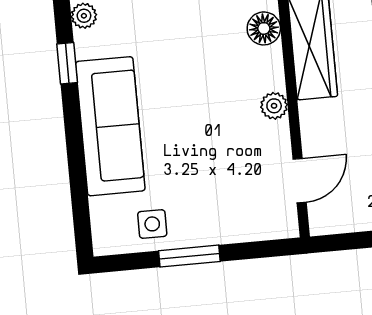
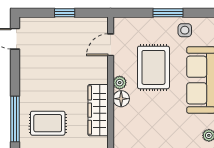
floor lamp: (264, 28) -> (121, 99), moved
rug: (209, 143) -> (153, 67), added

